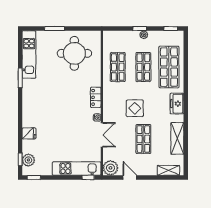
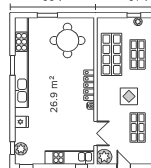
kitchen unit: (29, 55) -> (21, 63), width x1.86
shop shelf: (118, 67) -> (112, 54), width x1.43, depth x1.36
locker: (96, 97) -> (89, 85), width x1.53
double door: (102, 135) -> (96, 133), moved

